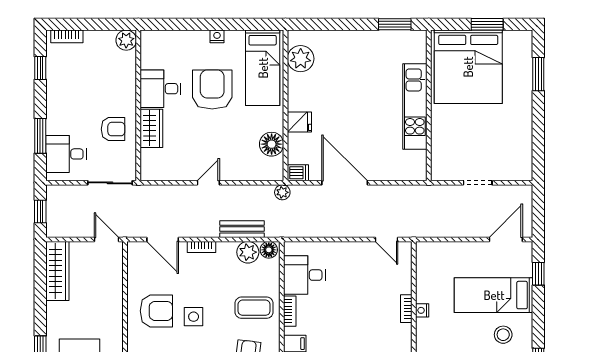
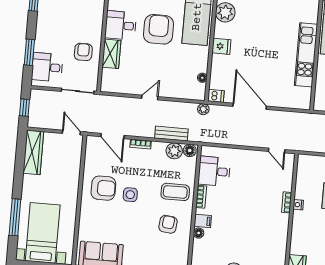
fridge: (299, 122) -> (221, 46), moved
armchair: (113, 129) -> (83, 52), turned -90
floor lamp: (272, 144) -> (202, 78), width x0.53, depth x0.53

